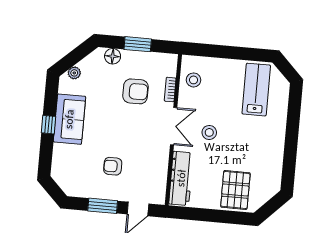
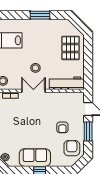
armchair: (135, 91) -> (72, 148), moved
window: (291, 147) -> (40, 15), added
pallet: (235, 190) -> (71, 48), turned 90

